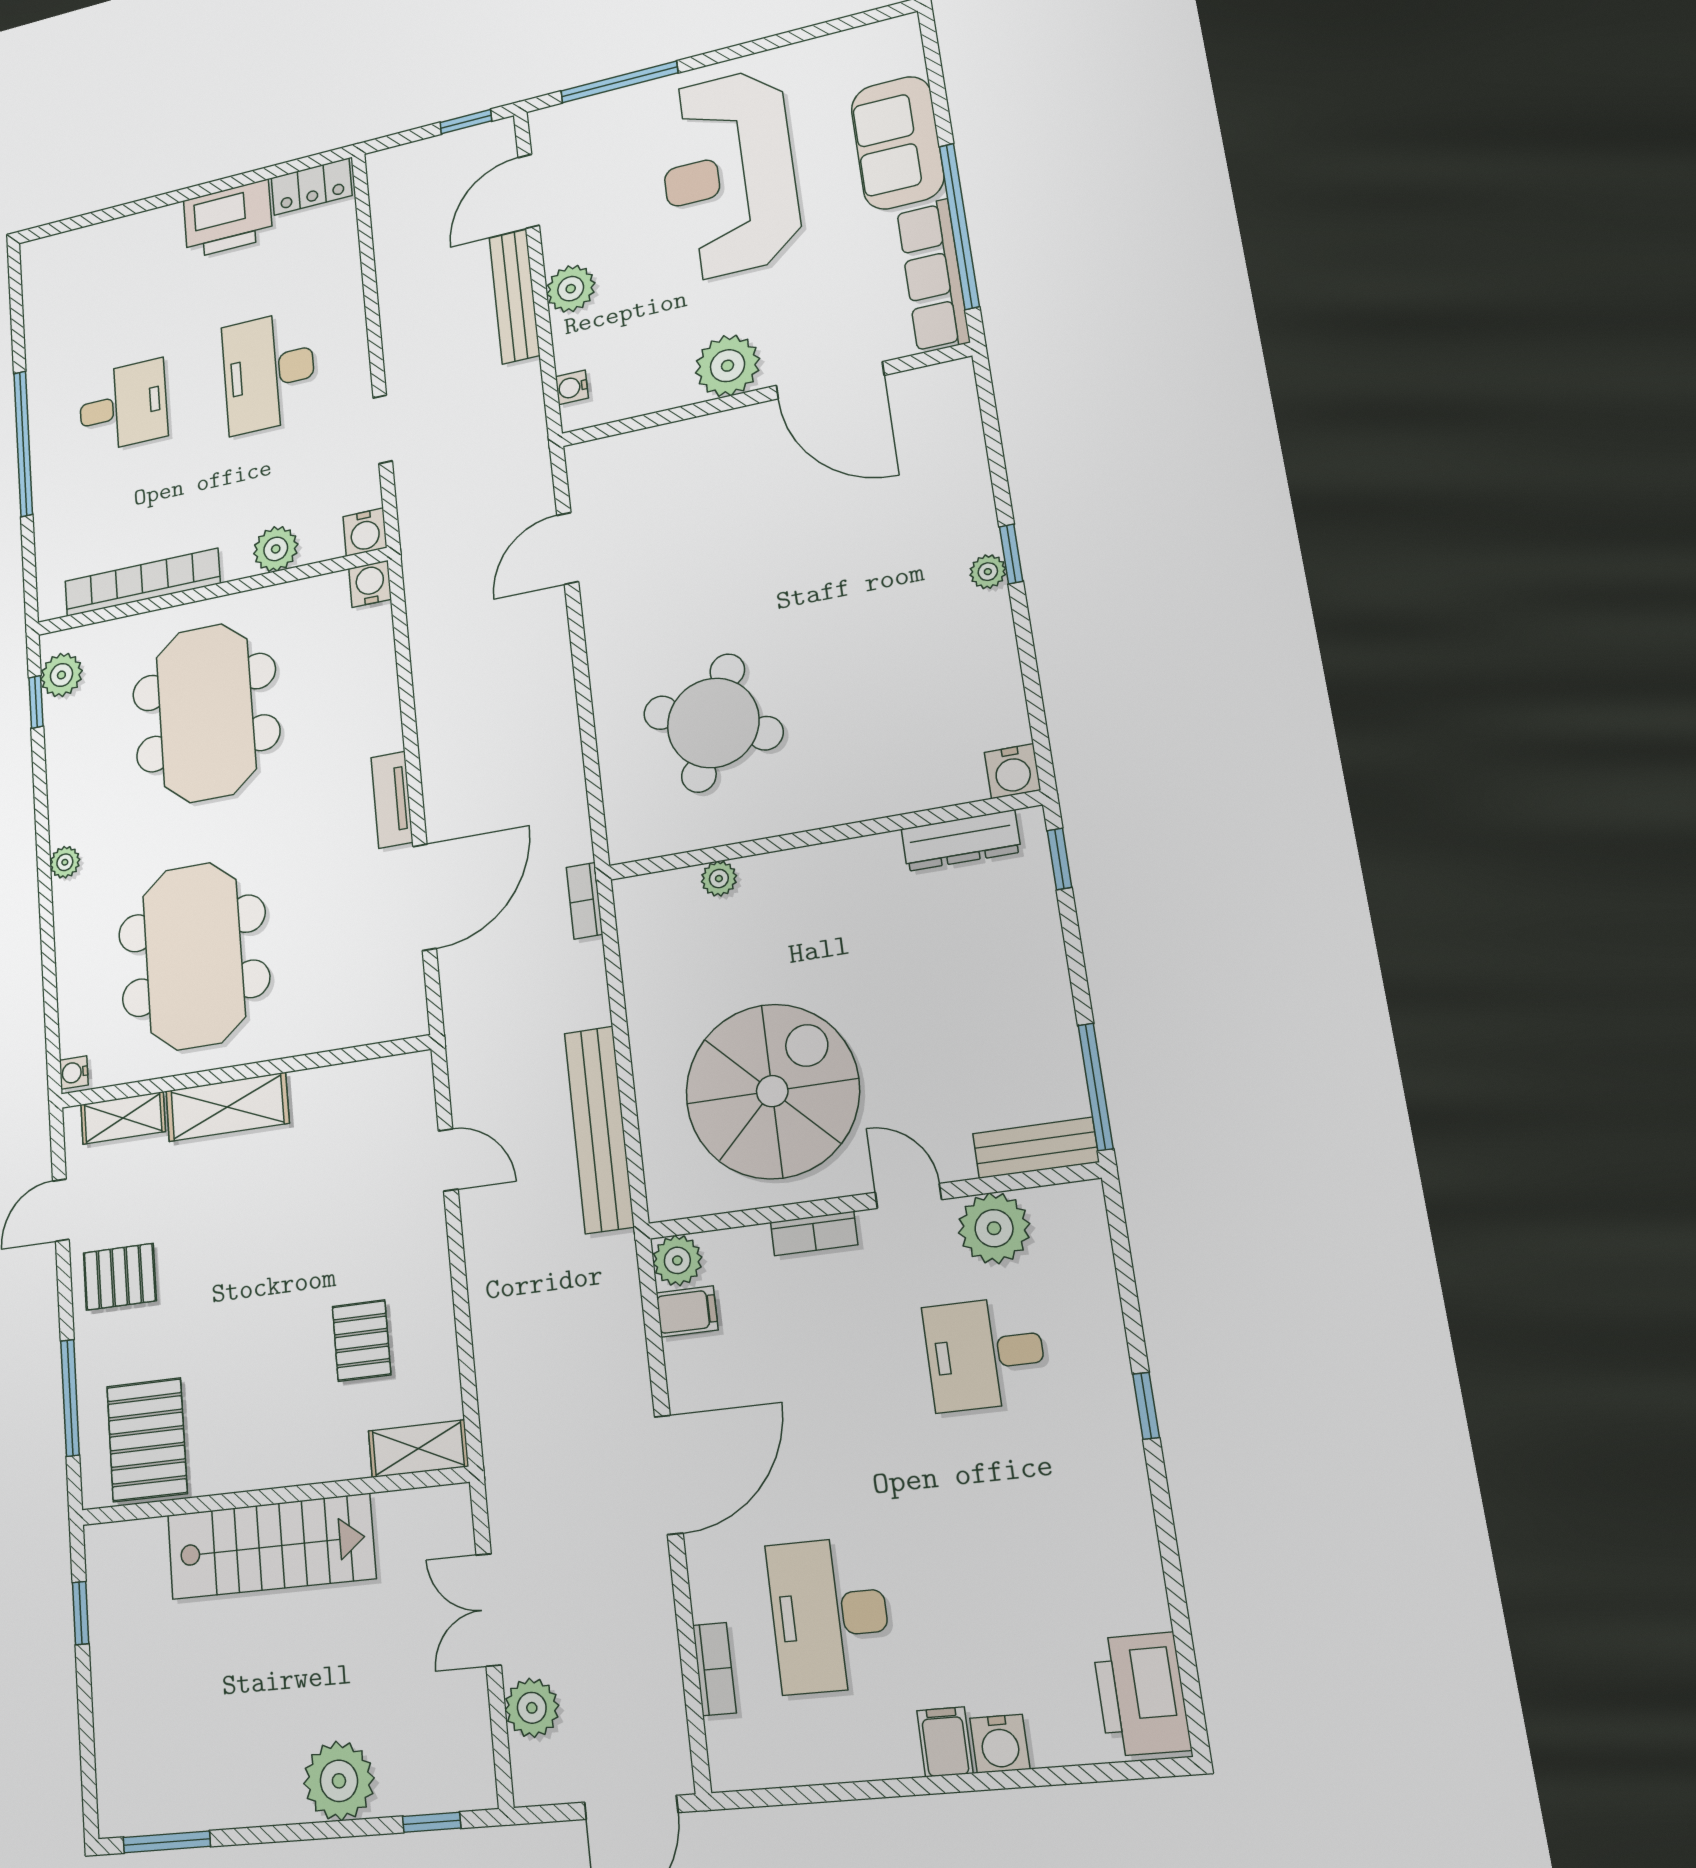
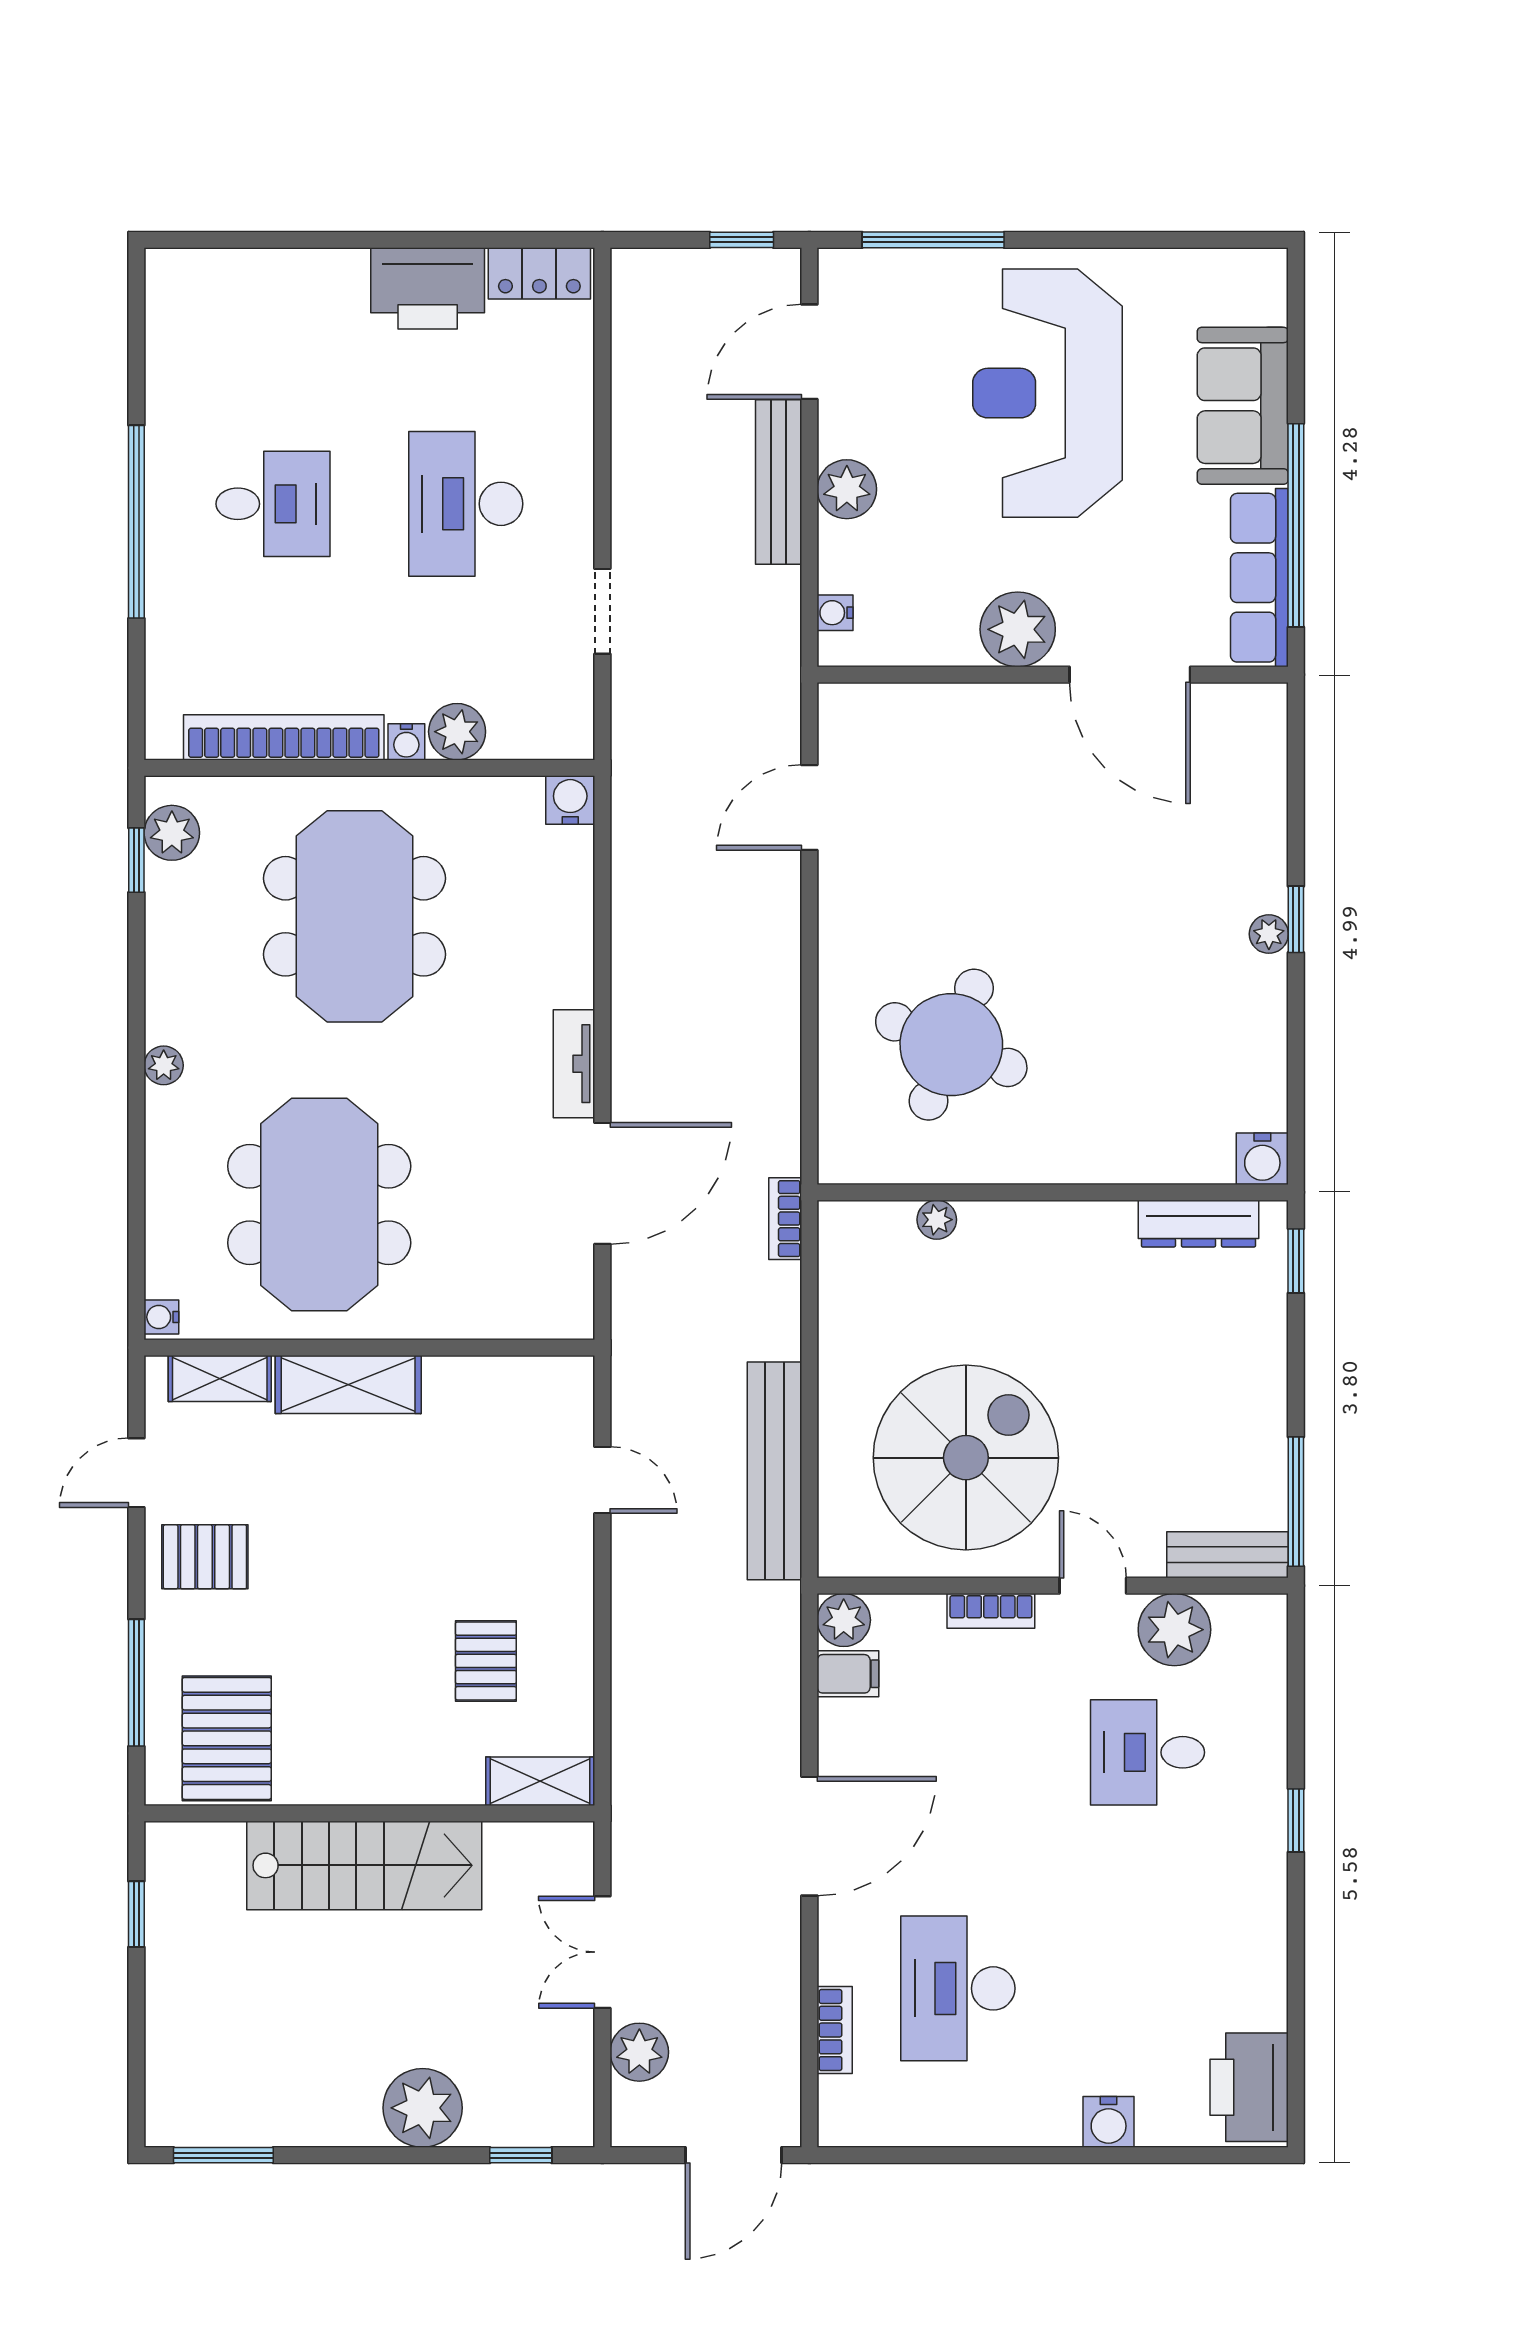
water cooler: (365, 532) -> (406, 742), moved, width x0.72, depth x0.72
filing cabinet: (945, 1742) -> (1056, 2116), removed

